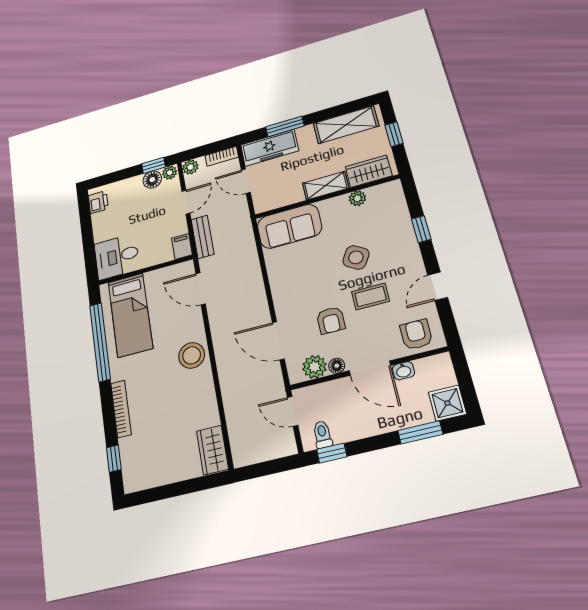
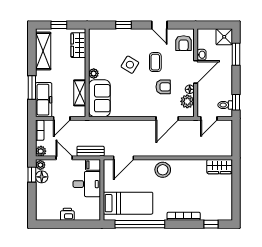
shelving: (326, 186) -> (80, 93), moved
plant: (357, 198) -> (94, 73), moved
printer: (98, 202) -> (67, 214), moved
desk: (117, 257) -> (87, 184), moved, turned -90
armchair: (416, 335) -> (184, 43), turned -90

